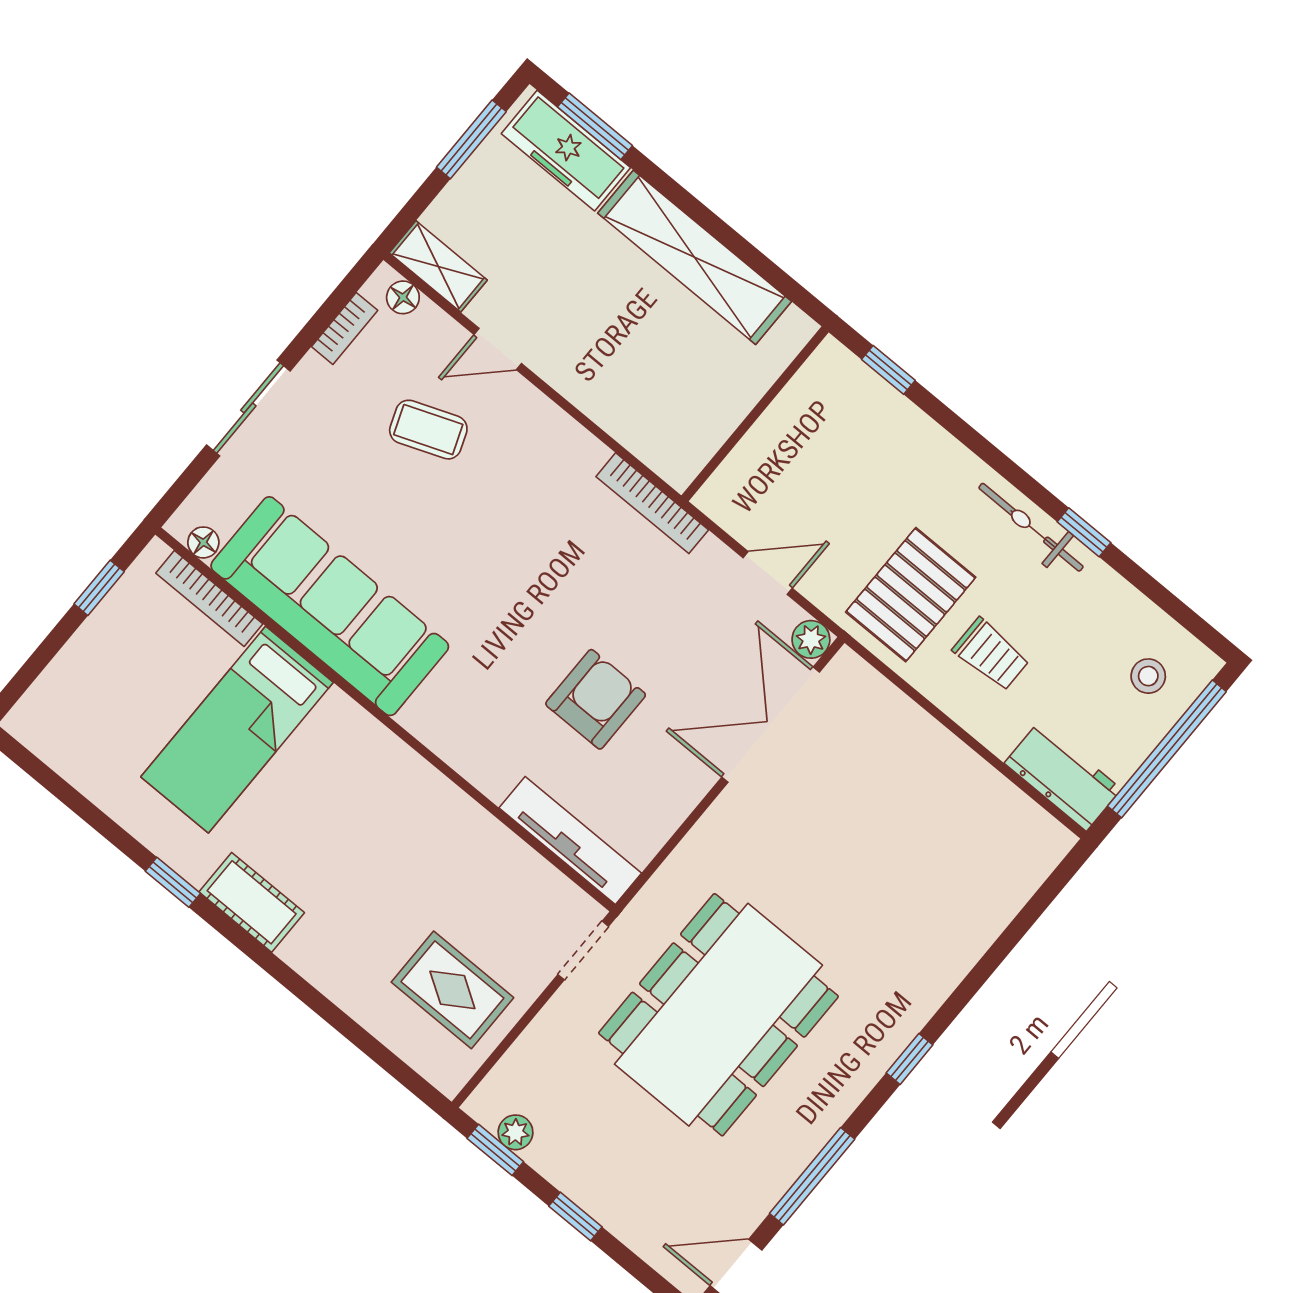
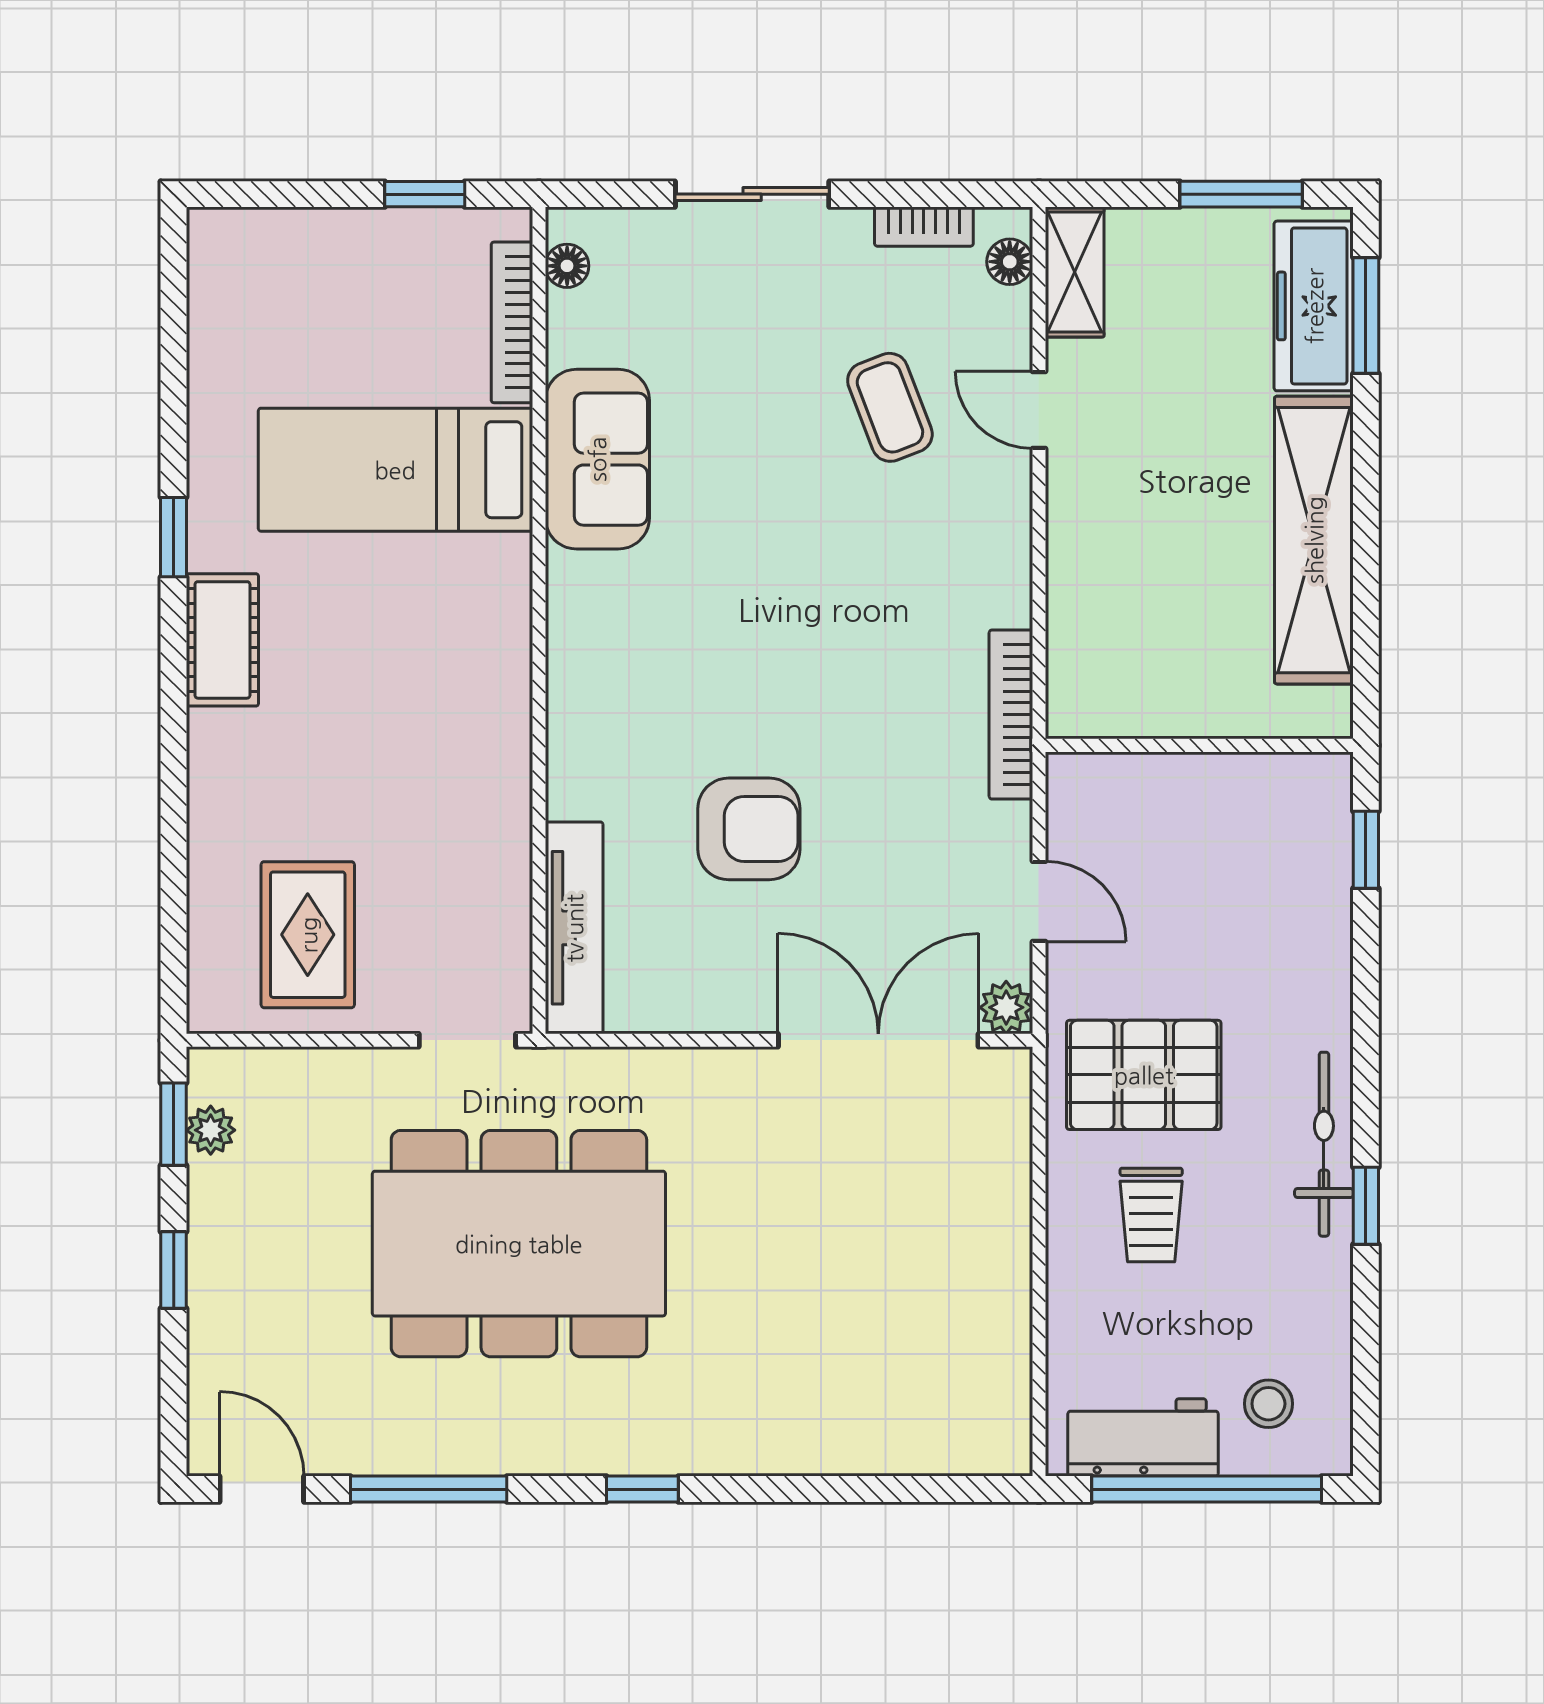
sofa: (330, 606) -> (597, 459), width x0.54, depth x0.79
workbench: (1063, 776) -> (1143, 1437), moved, turned -90

